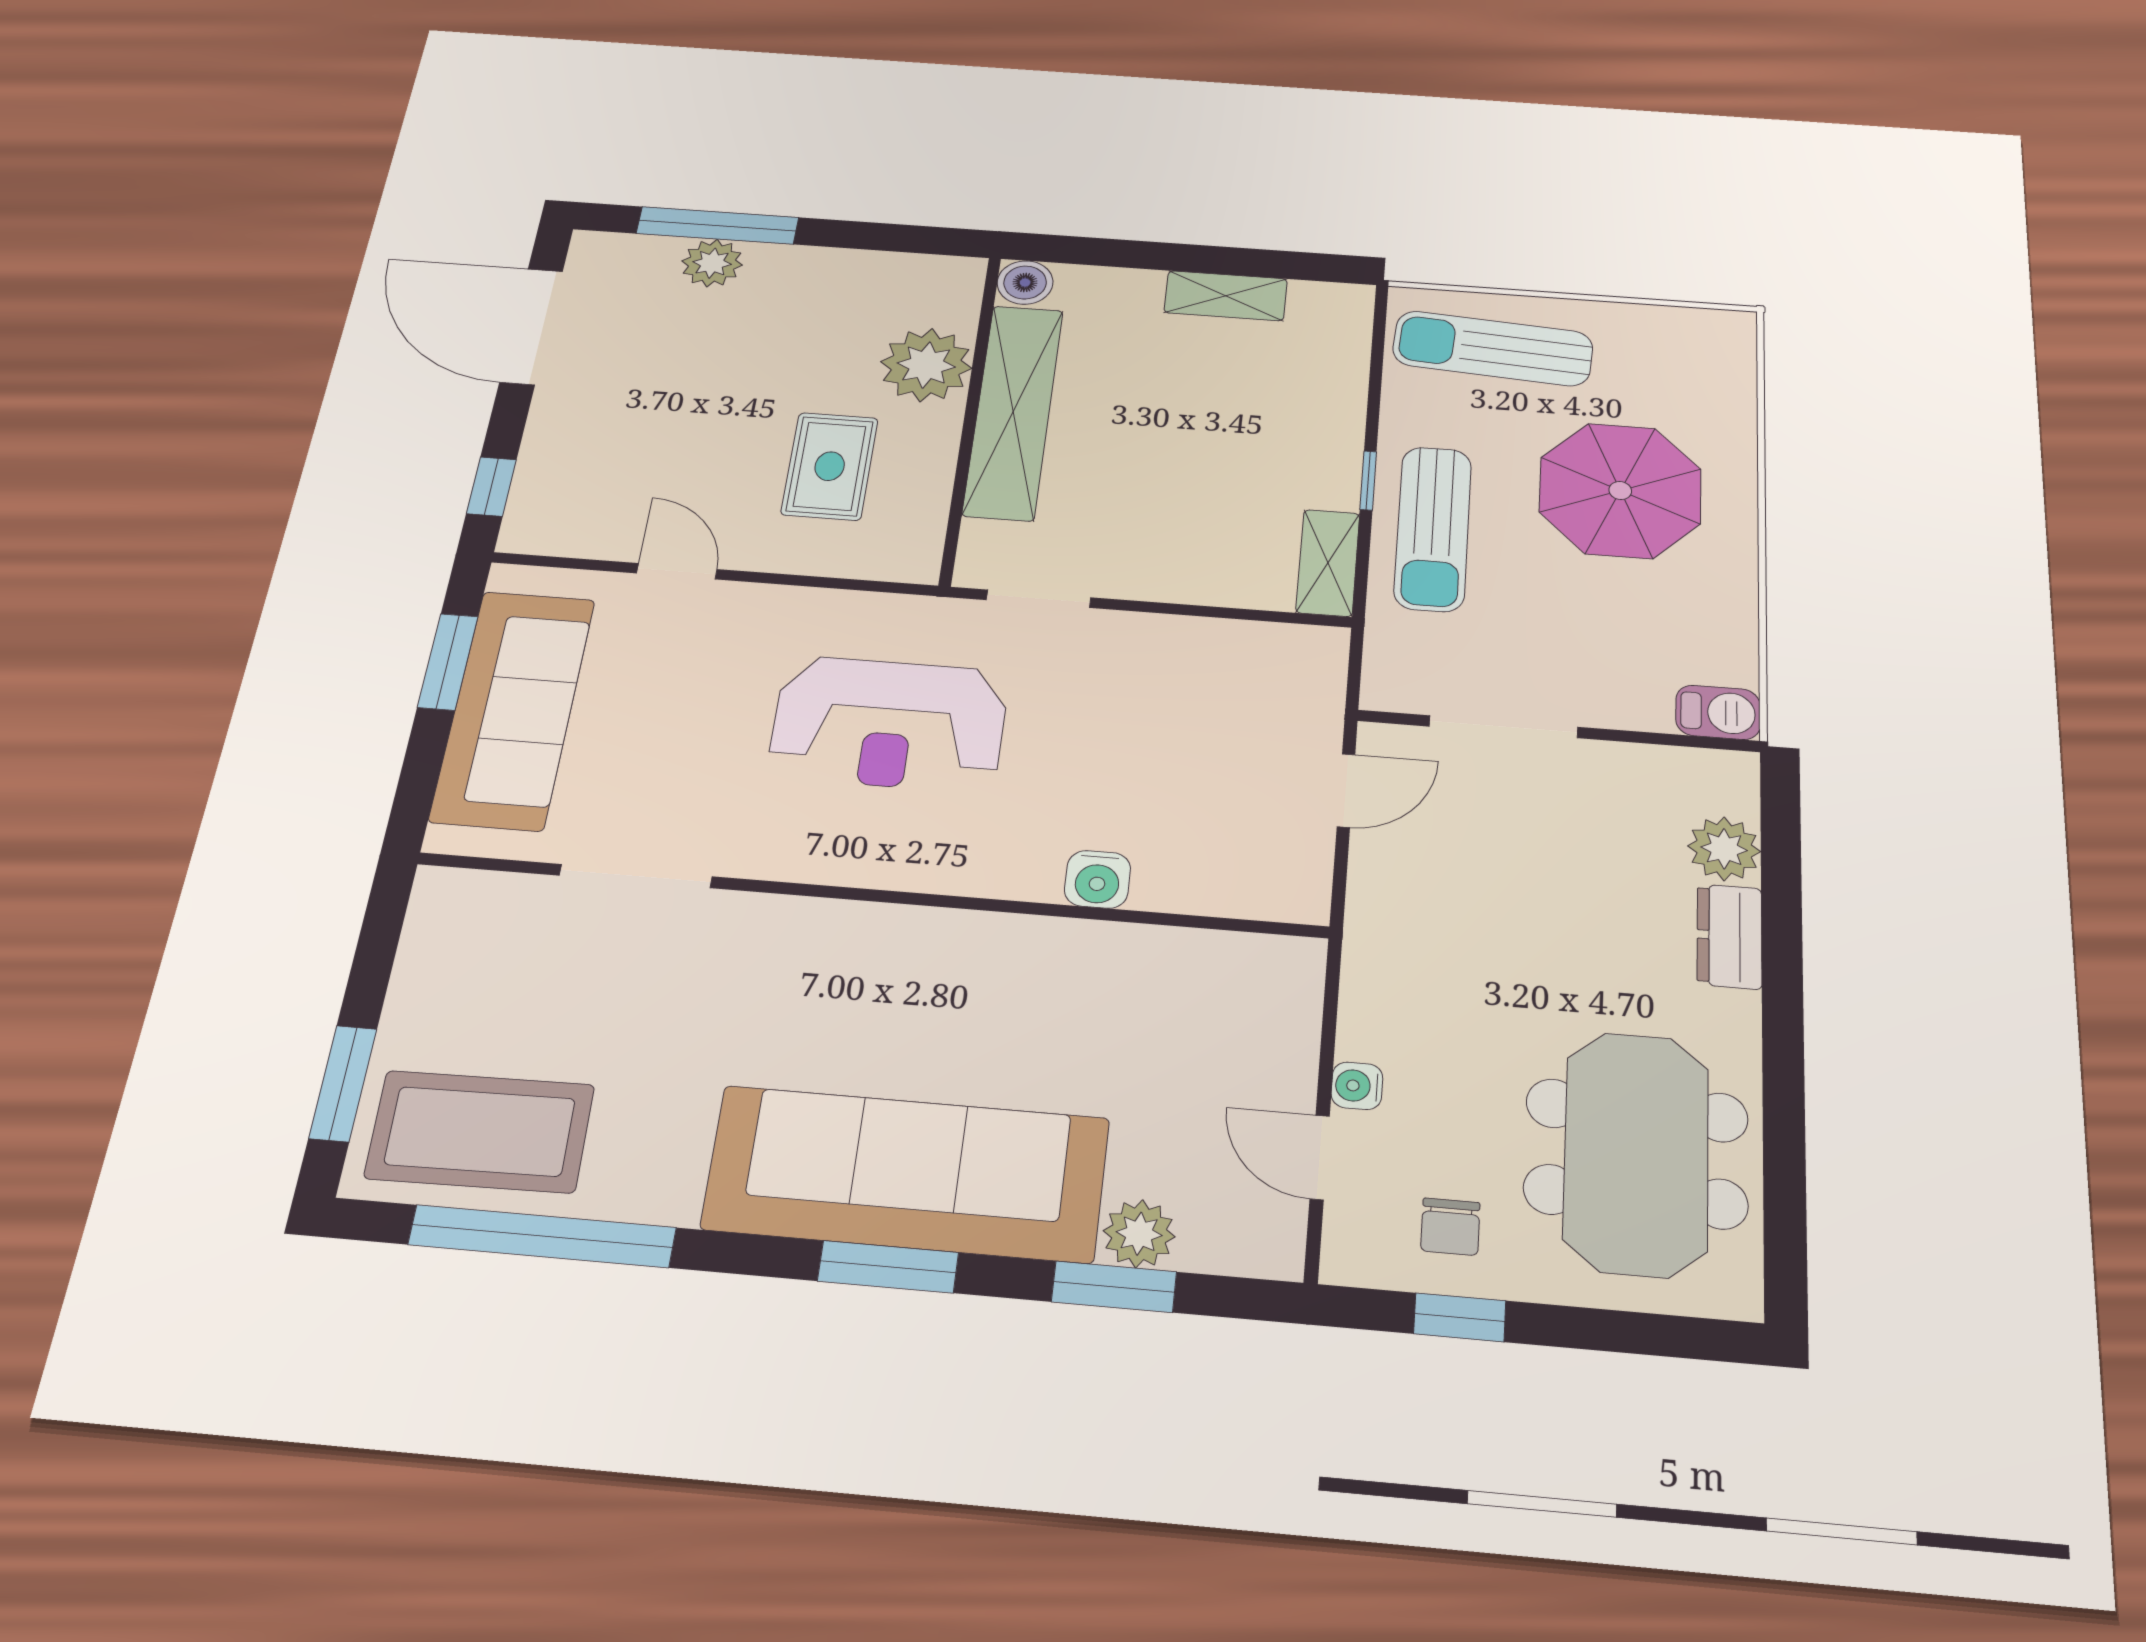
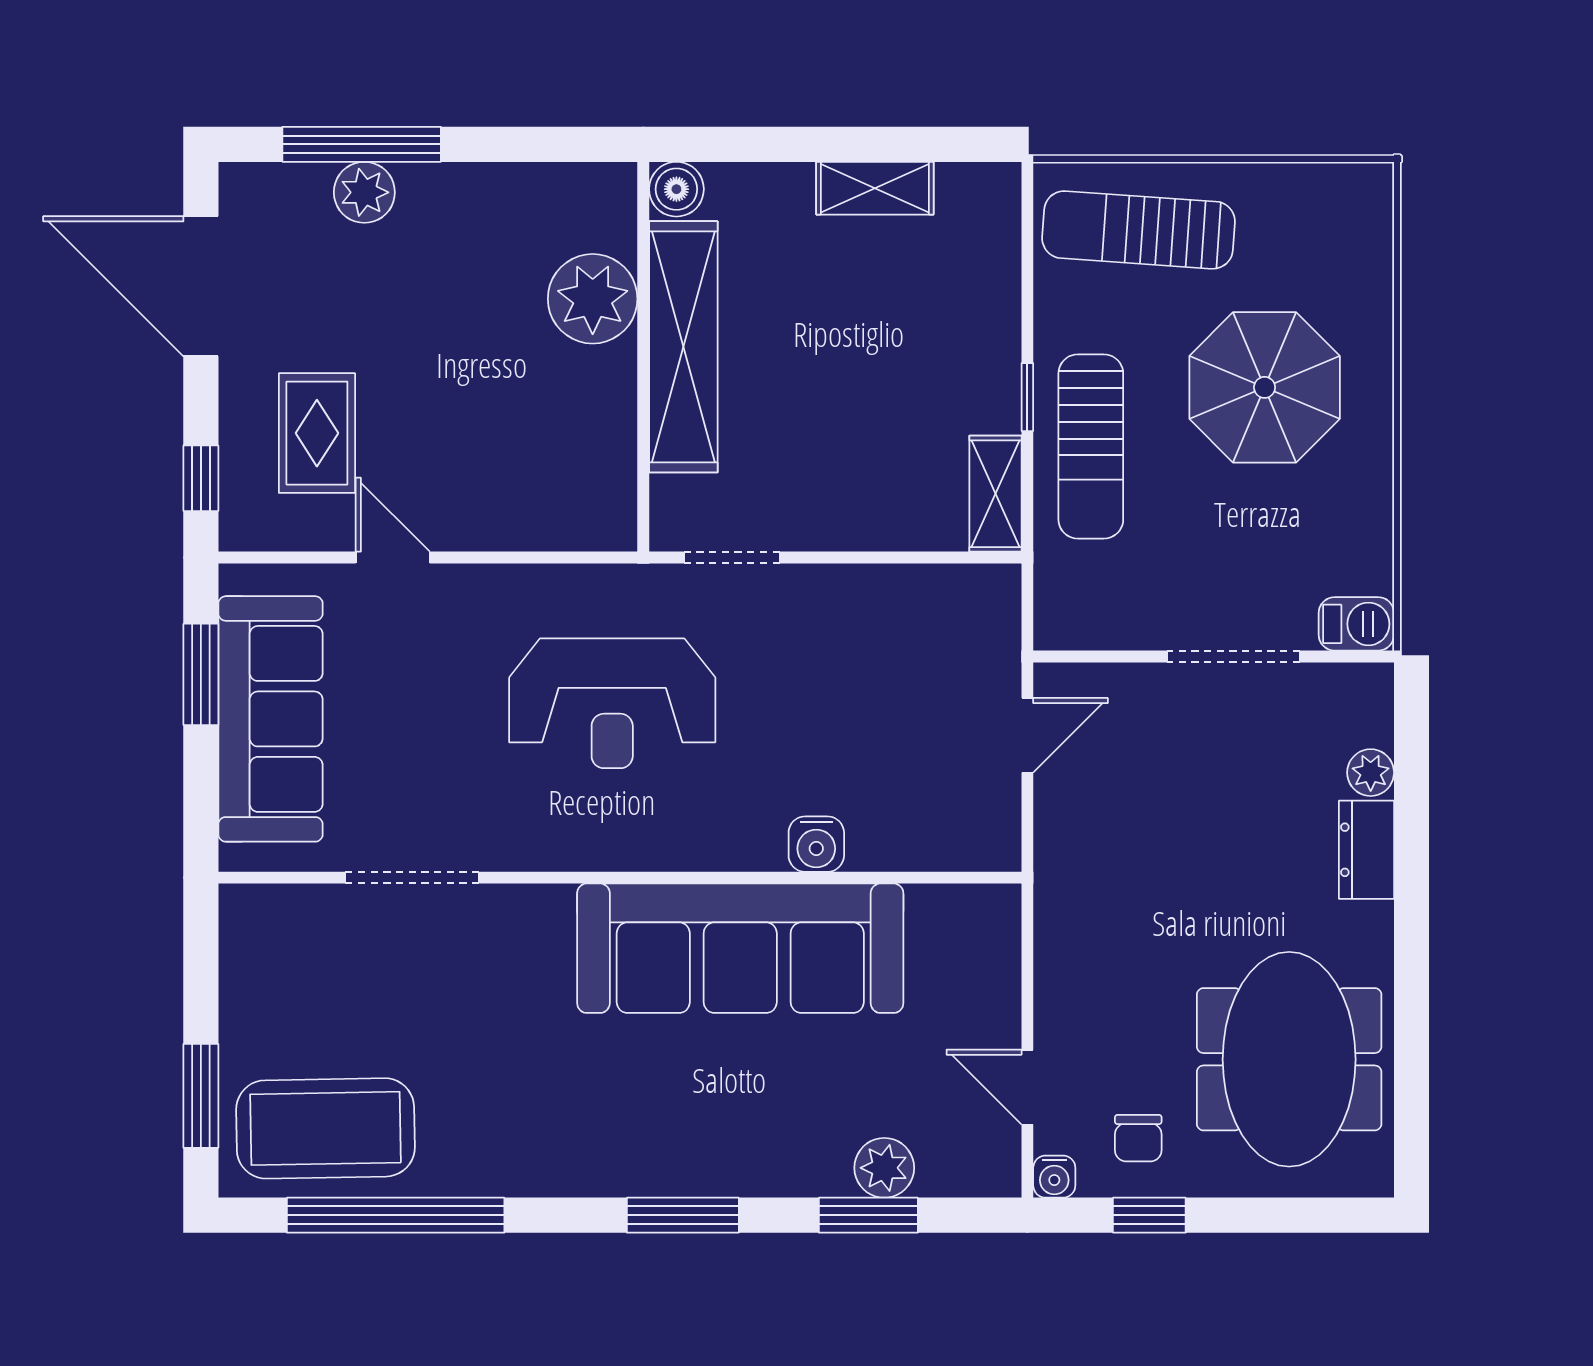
rug: (830, 466) -> (317, 433), moved
doorway: (1503, 727) -> (1234, 656), moved
plant: (1724, 849) -> (1371, 773), width x0.73, depth x0.73
water cooler: (1357, 1086) -> (1054, 1177), moved, turned -90
sofa: (906, 1174) -> (740, 948), moved, turned 180

